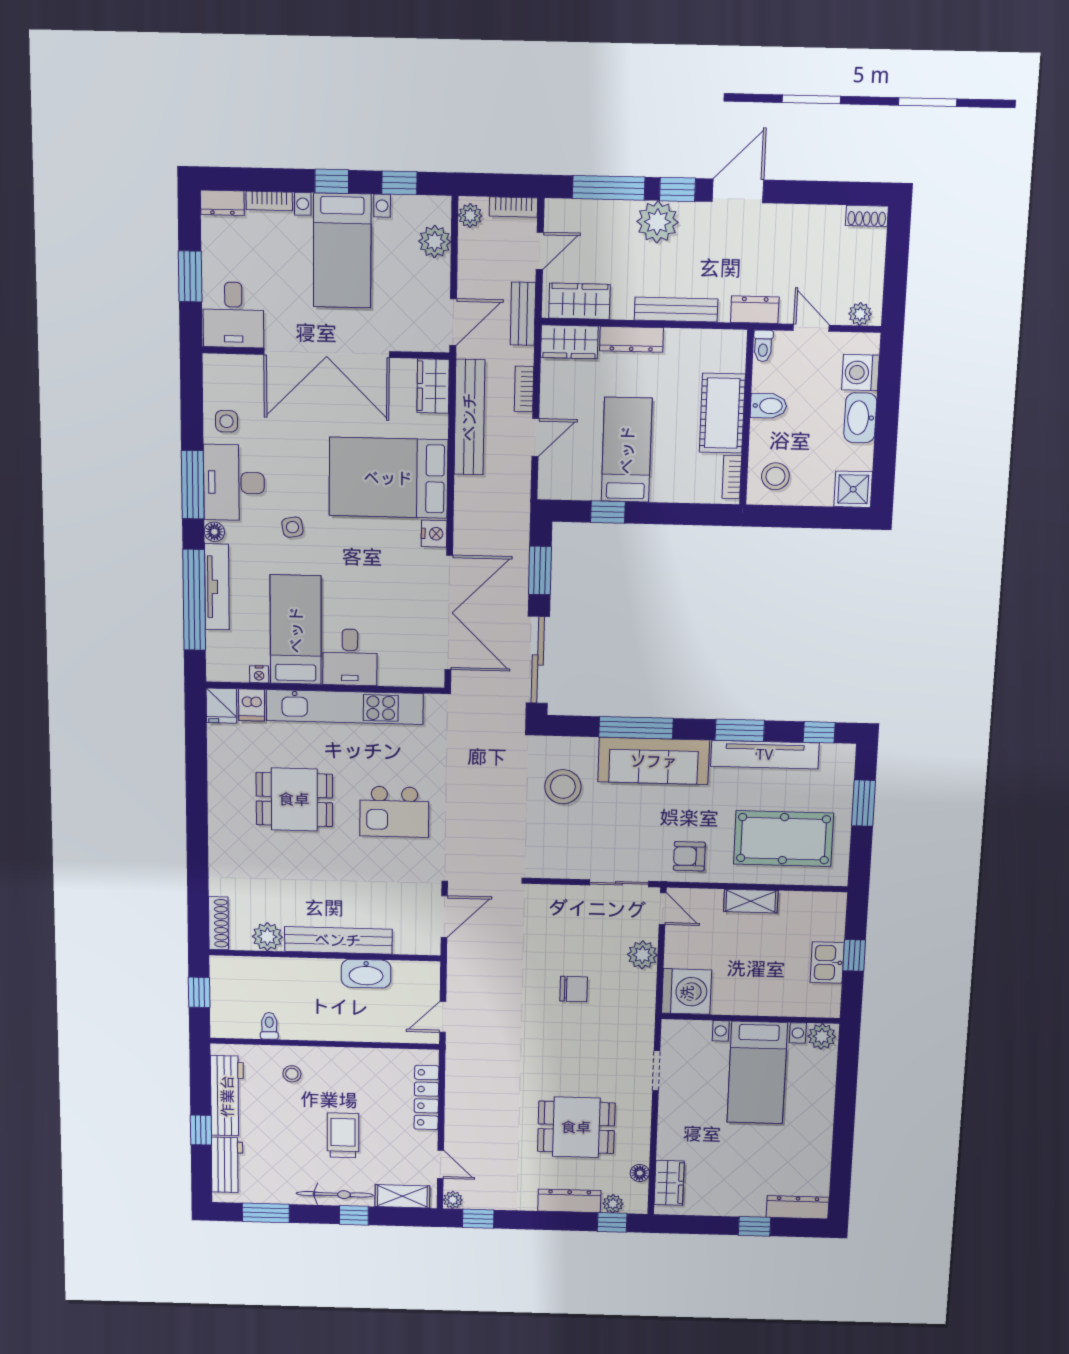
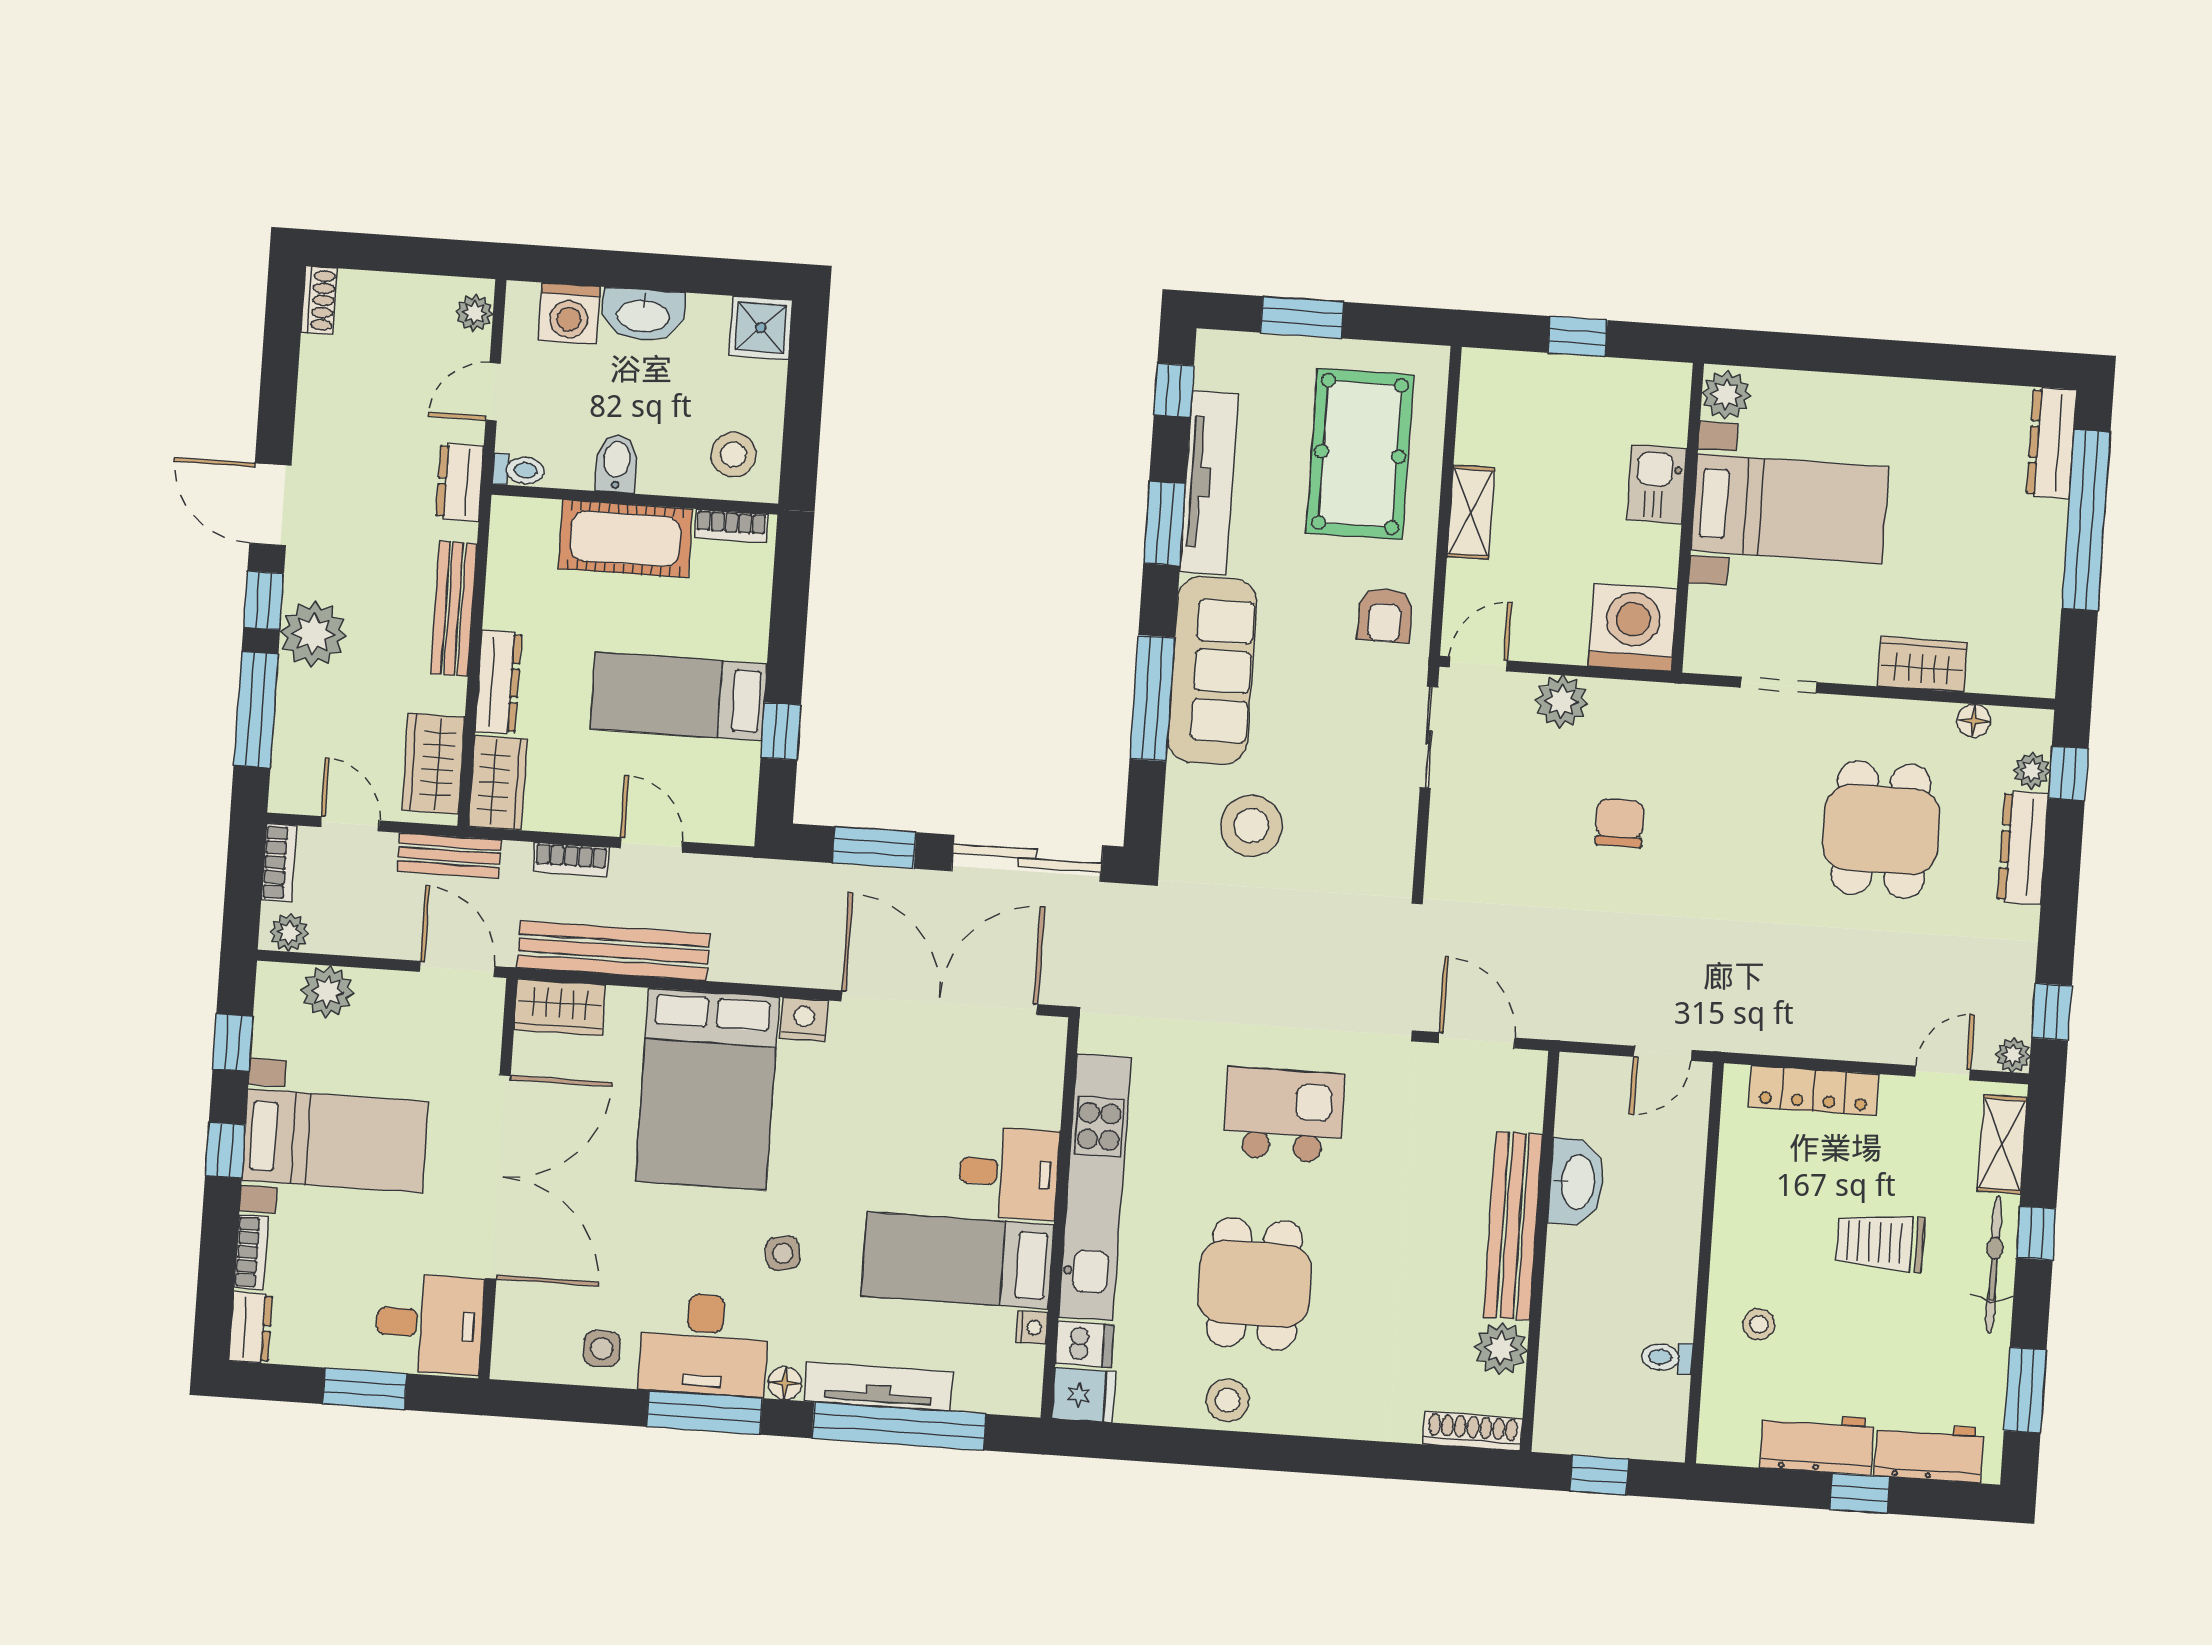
stool: (225, 787) -> (1228, 1400), added
kitchen island: (394, 812) -> (1284, 1115), turned -90
kitchen sink: (827, 963) -> (1657, 484), moved, turned 90
door: (443, 1017) -> (1663, 1053), hinge flipped
workbench: (227, 1096) -> (1817, 1443), width x0.73
wardrobe: (669, 1183) -> (1922, 664), moved
window: (754, 1226) -> (2086, 520), width x3.17

